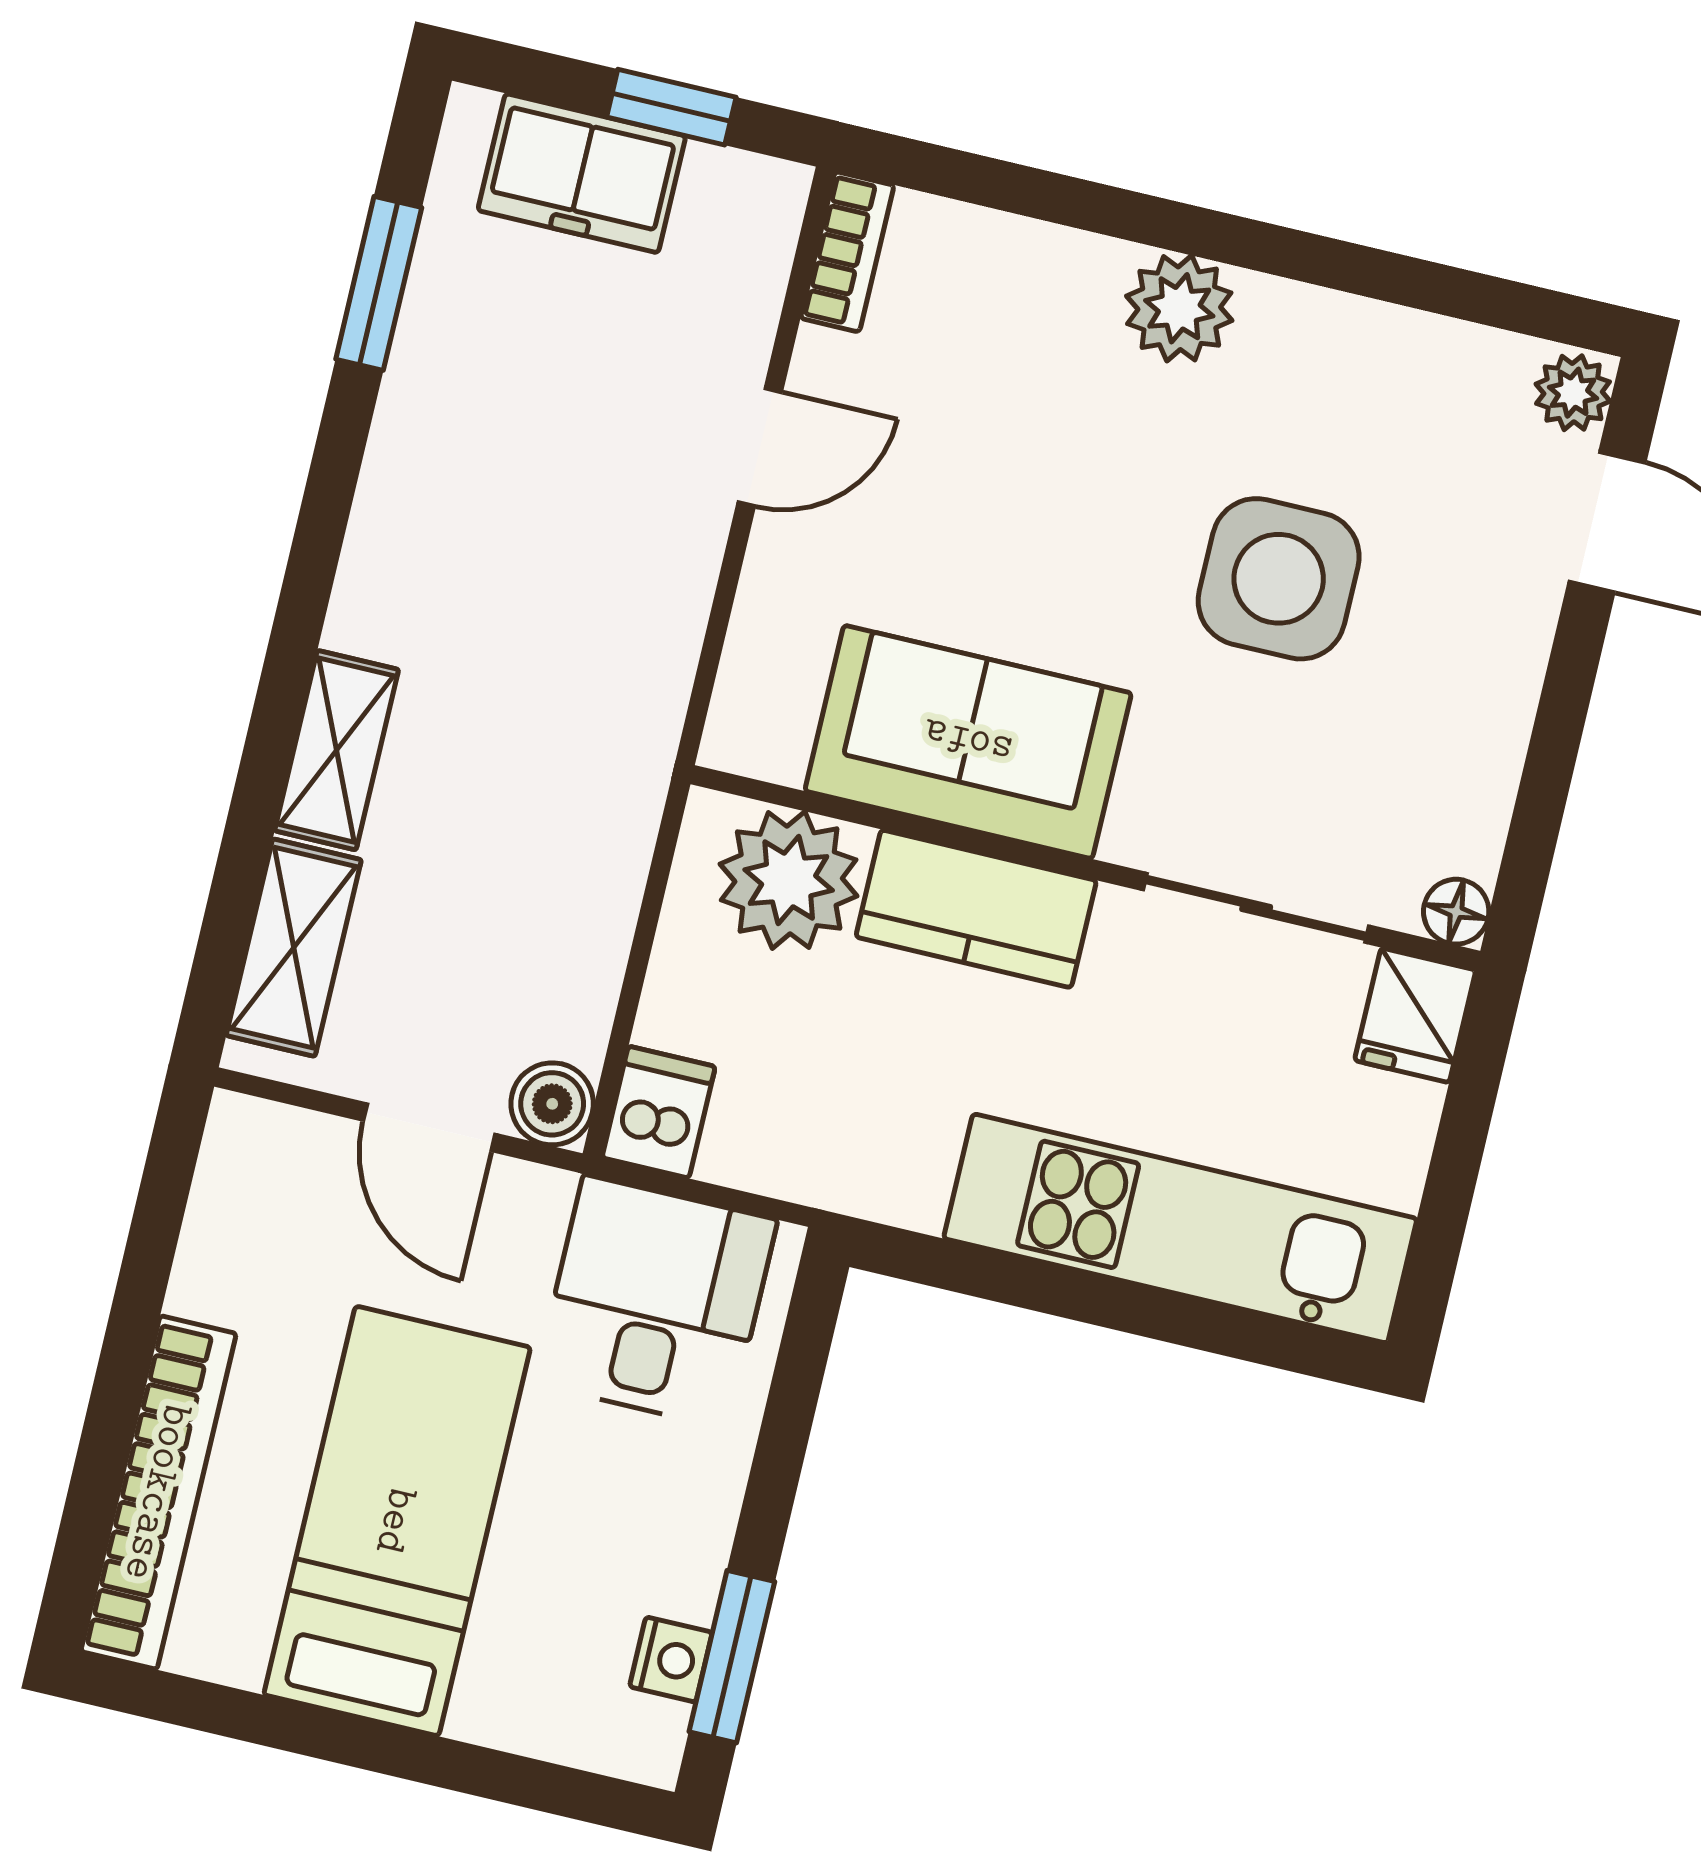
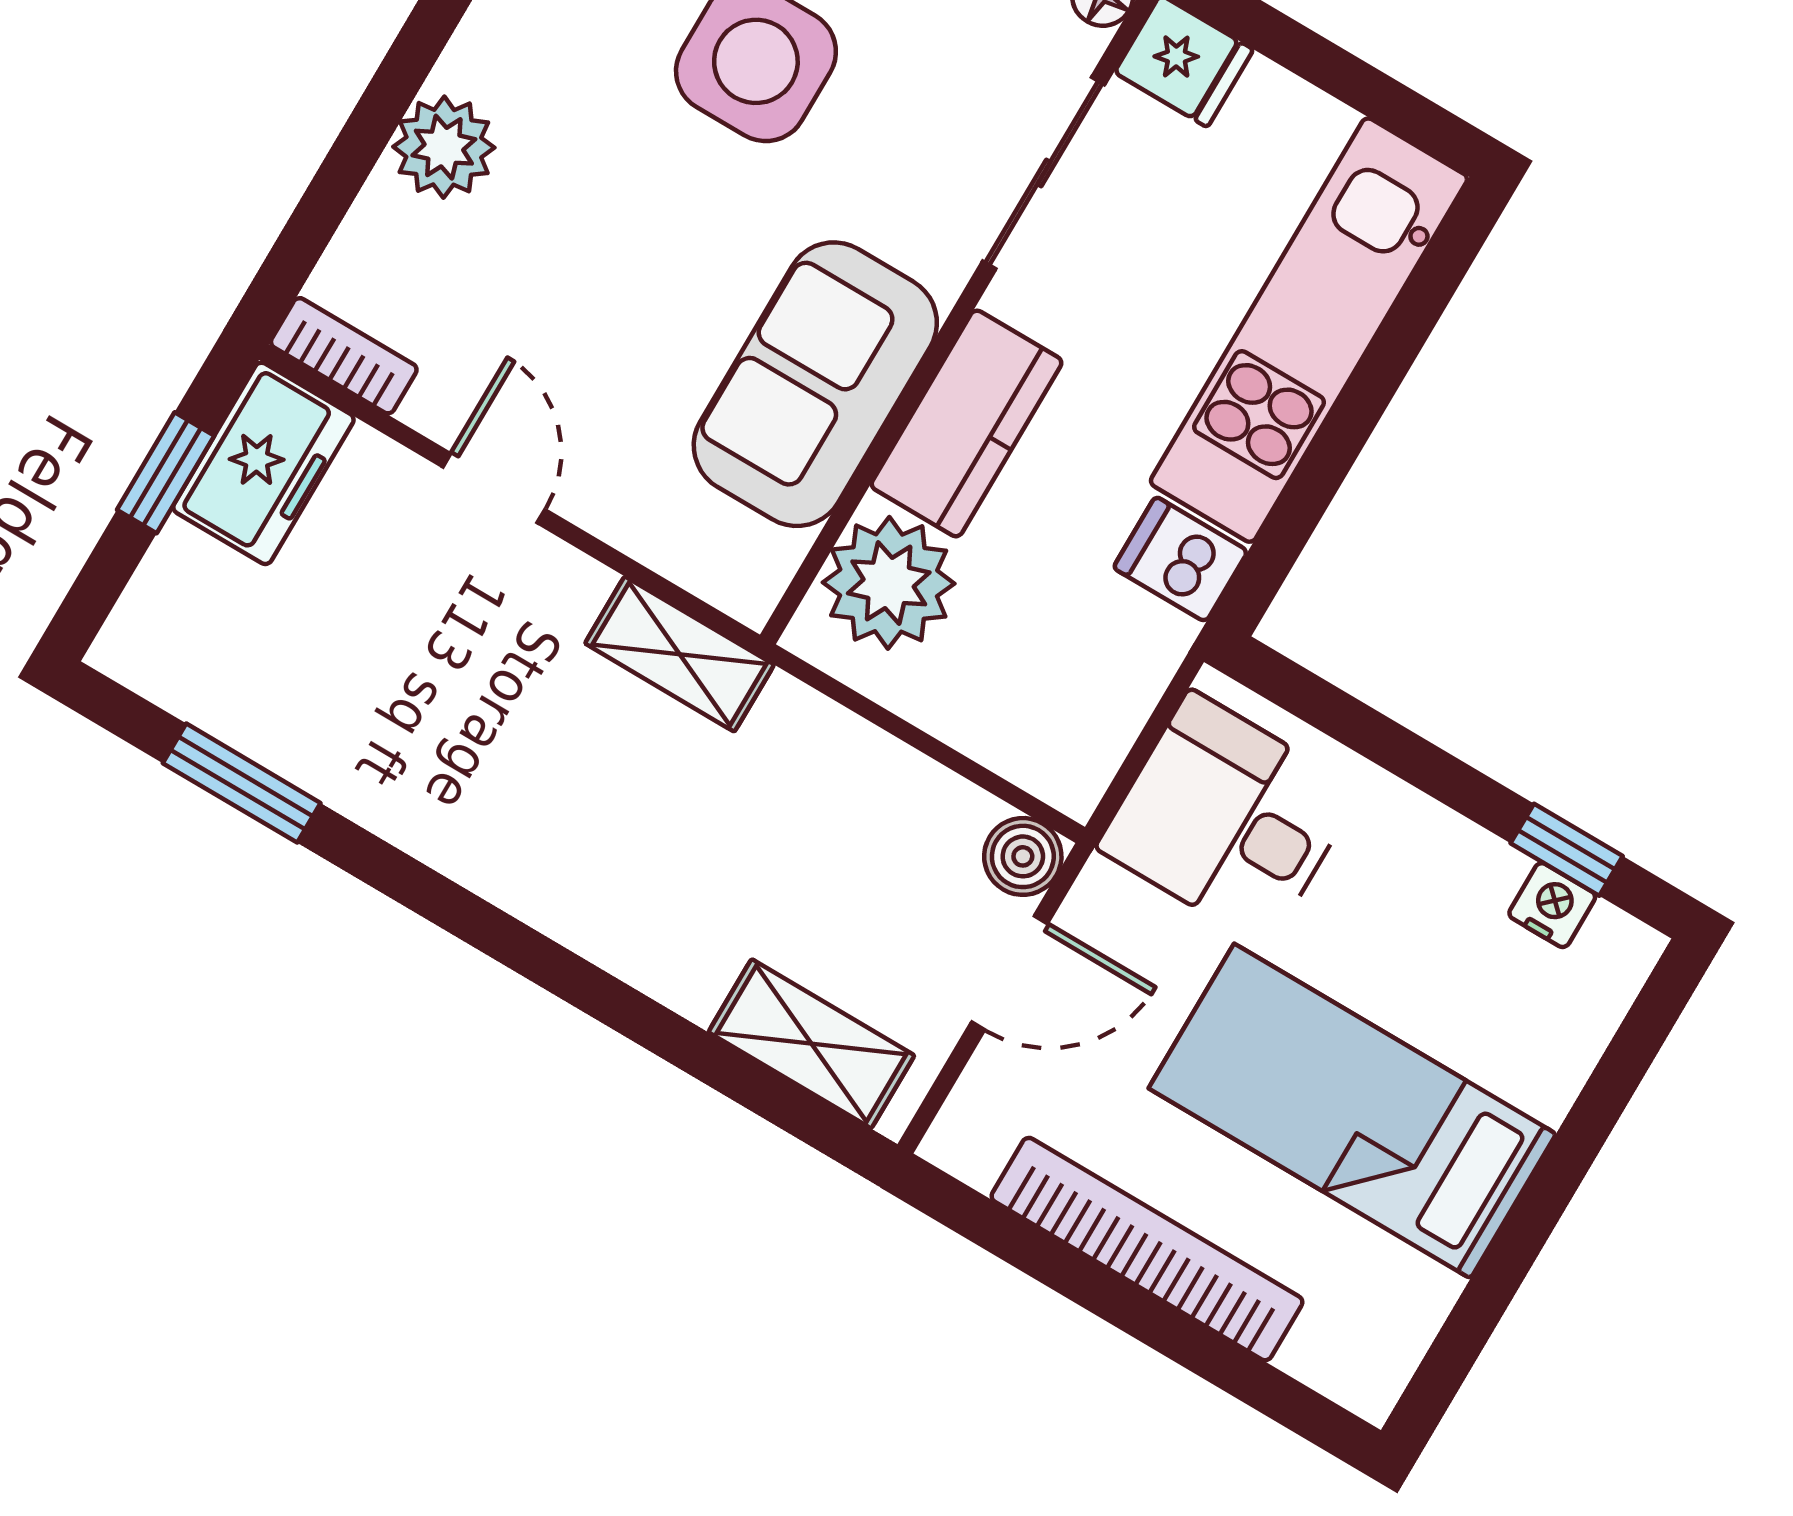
freezer: (582, 173) -> (263, 463), moved
plant: (1179, 308) -> (444, 147), moved
shelving: (337, 750) -> (680, 654), moved
dishwasher: (659, 1112) -> (1181, 559), moved
bookcase: (159, 1492) -> (1147, 1249), moved
window: (732, 1657) -> (1567, 850), width x0.67

